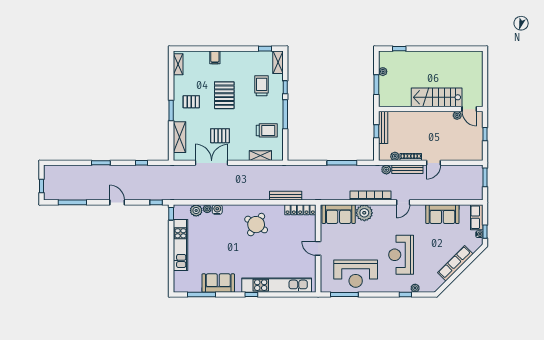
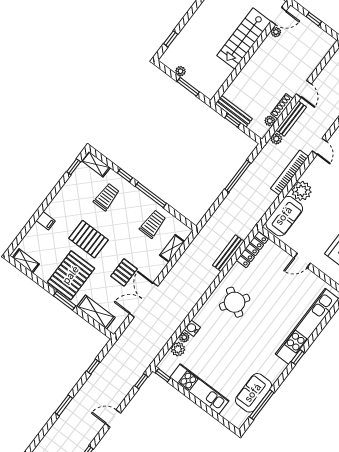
trolley: (262, 86) -> (107, 197), turned 90
pallet: (191, 102) -> (71, 275), width x2.05, depth x2.00
sofa: (218, 283) -> (253, 393), moved

